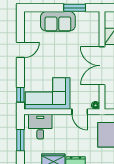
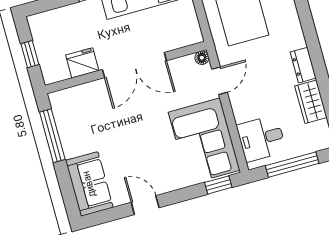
window: (75, 8) -> (52, 136), width x1.44
sofa: (58, 21) -> (89, 184), moved
window: (20, 140) -> (292, 165), width x1.44

